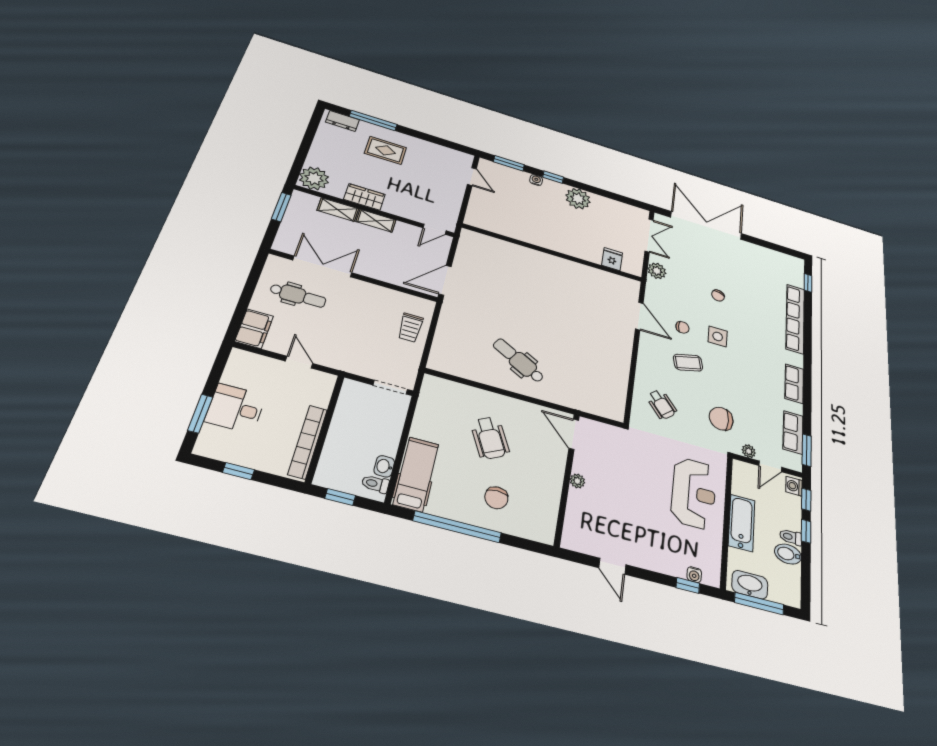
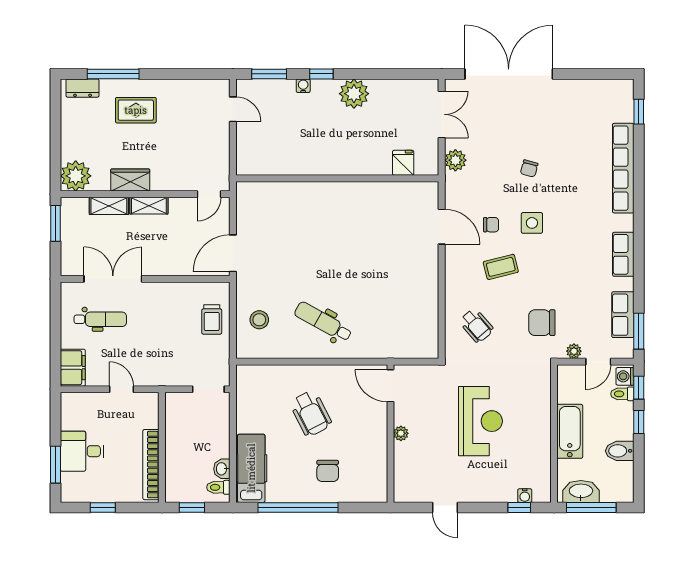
stool: (457, 341) -> (259, 320), added
reception desk: (694, 493) -> (480, 421), moved
toilet: (791, 537) -> (622, 394), moved

